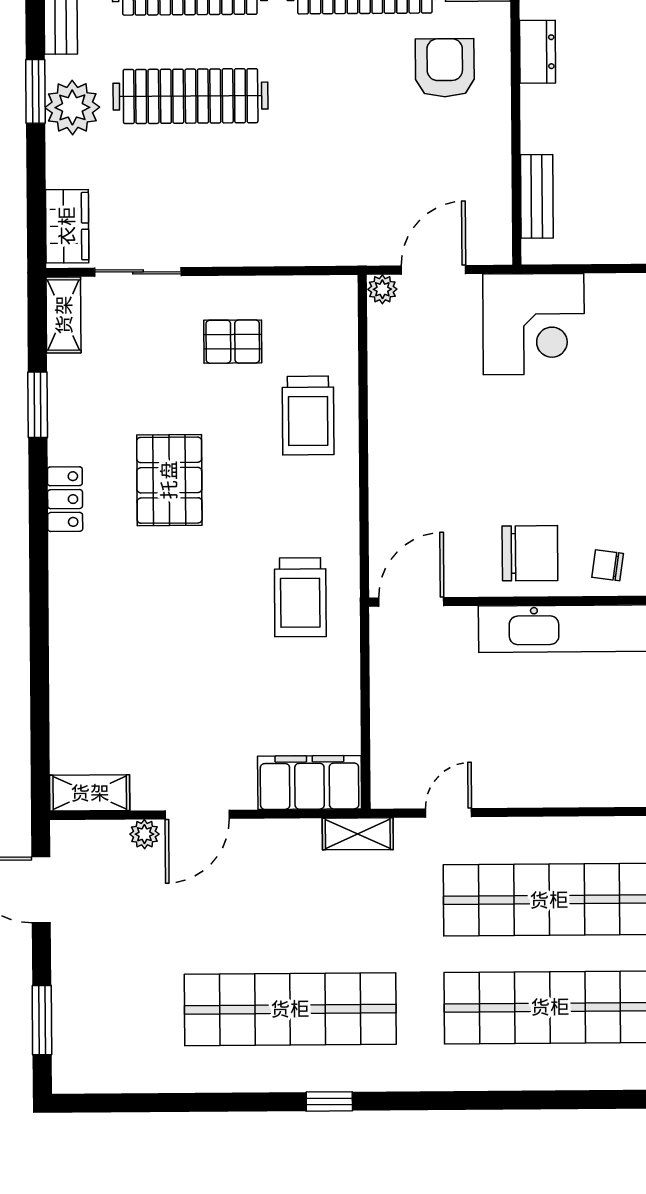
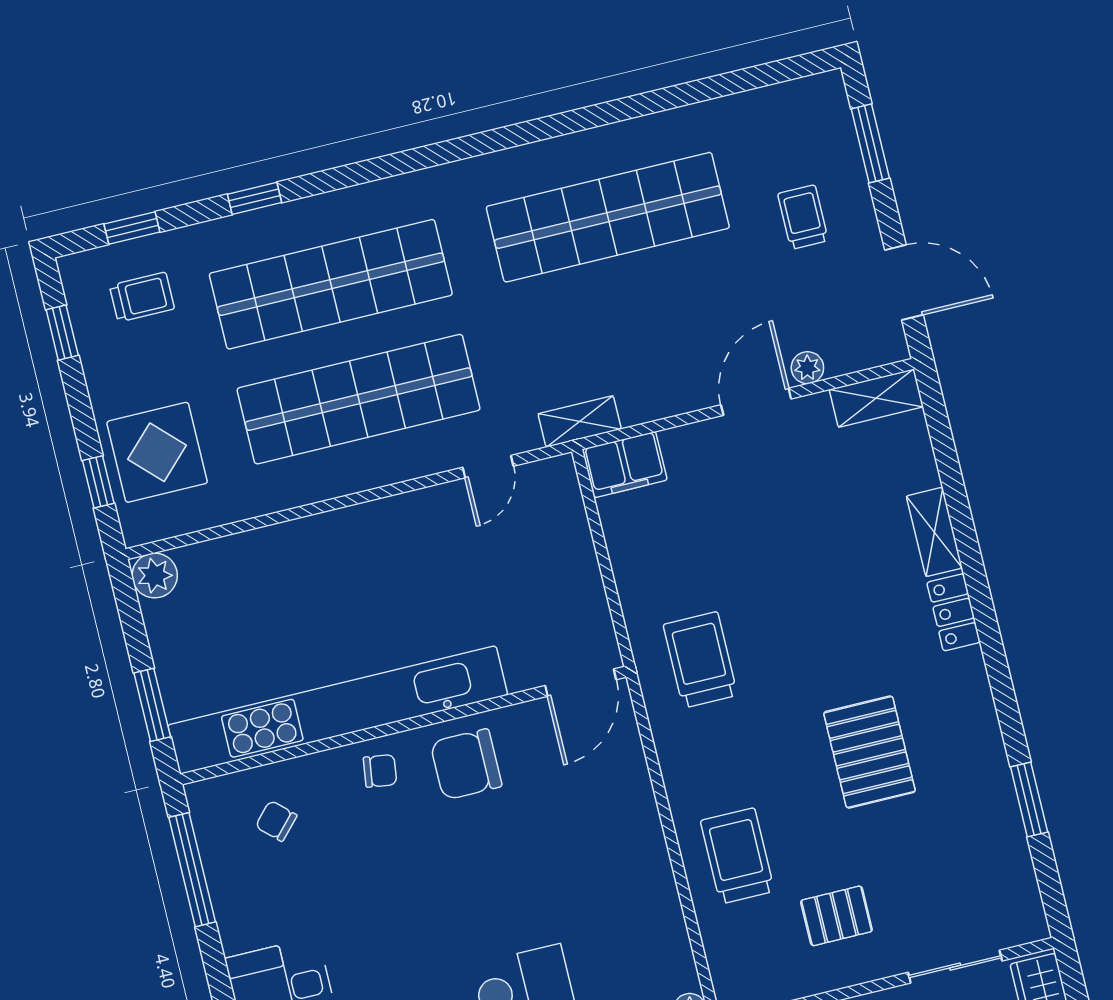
shelving: (64, 315) -> (934, 532), moved
locker: (65, 499) -> (954, 612), moved
filing cabinet: (310, 782) -> (625, 465), width x0.67, depth x0.86
trolley: (117, 969) -> (803, 217), added
window: (329, 1101) -> (254, 198), moved

